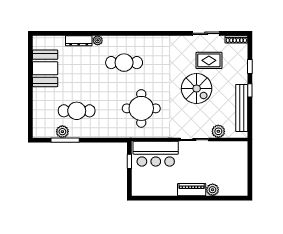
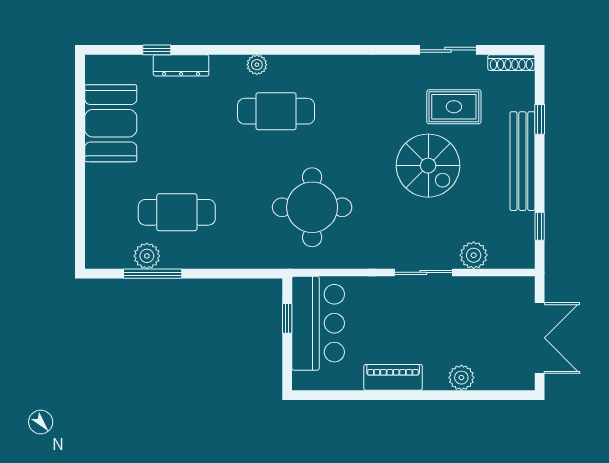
window: (67, 33) -> (157, 50), added
plant: (98, 40) -> (257, 65), moved
window: (250, 90) -> (540, 226), moved
bench: (242, 108) -> (522, 161), moved
bar counter: (156, 154) -> (318, 323), moved, turned -90
double door: (250, 171) -> (540, 338), added
piano: (192, 190) -> (393, 377), moved

